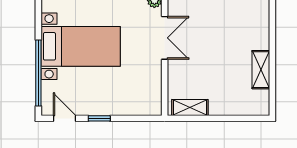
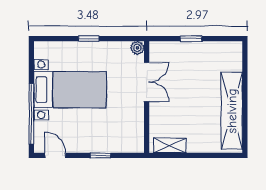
shelving: (261, 70) -> (232, 111), width x2.20, depth x1.33
window: (99, 118) -> (101, 155), moved

